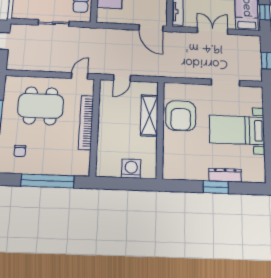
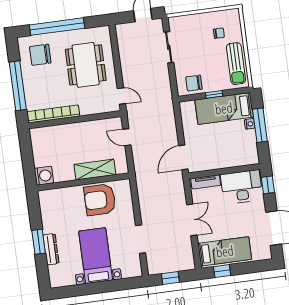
sliding door: (54, 23) -> (169, 47), moved
bookcase: (86, 122) -> (53, 114), moved
chair: (20, 151) -> (40, 55), width x1.87, depth x1.87
washing machine: (131, 169) -> (44, 176), moved

